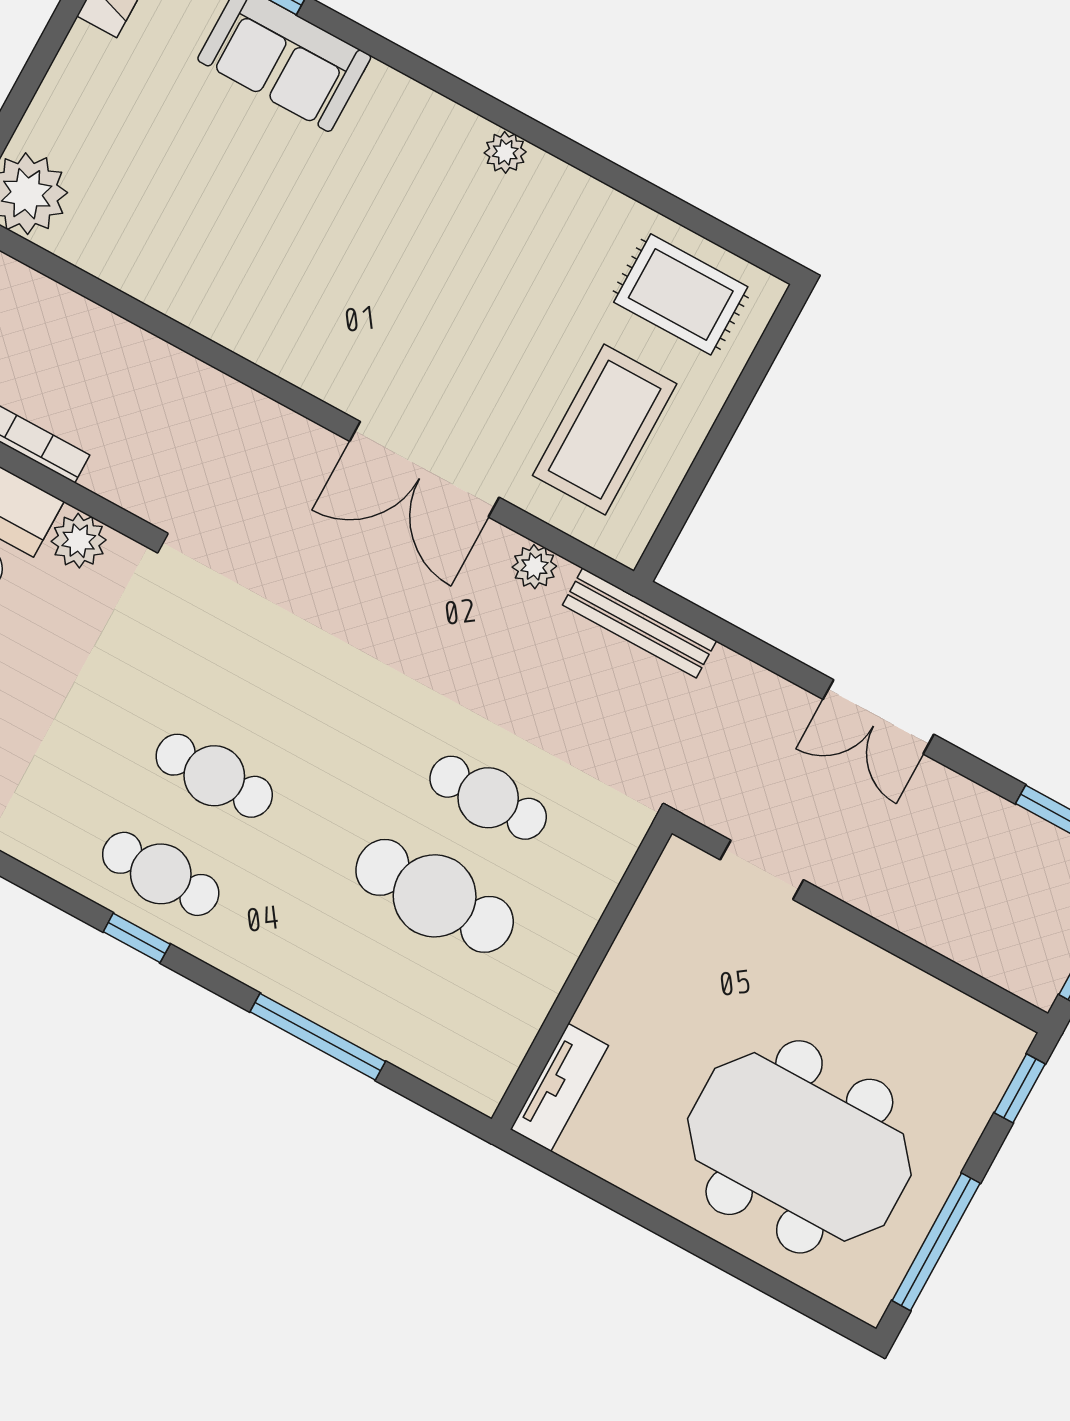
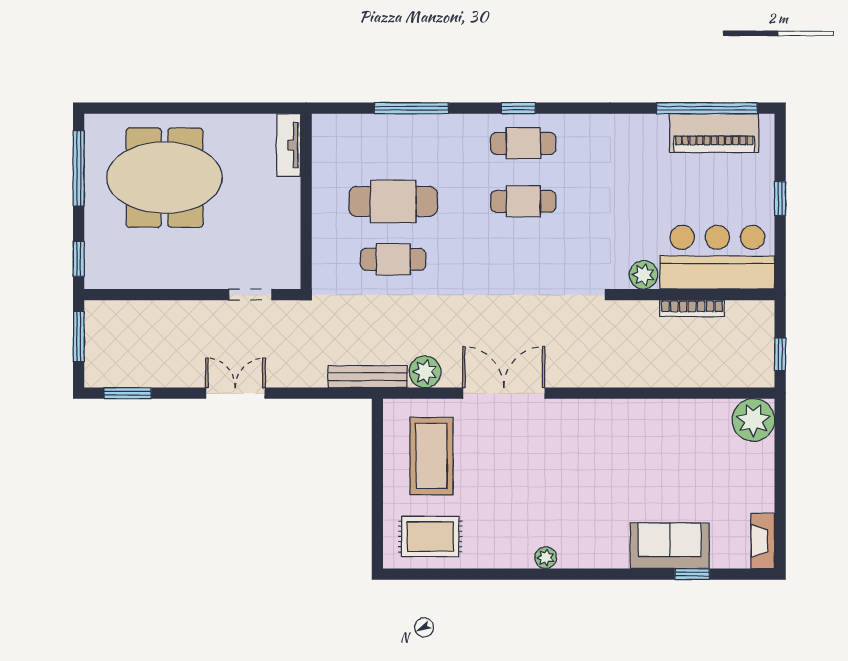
plant: (534, 567) -> (425, 372), width x1.38, depth x1.38

